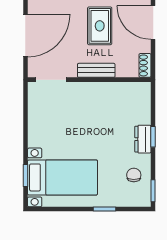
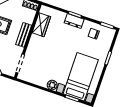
wardrobe: (121, 92) -> (41, 25), added
plant: (35, 139) -> (52, 85), added

